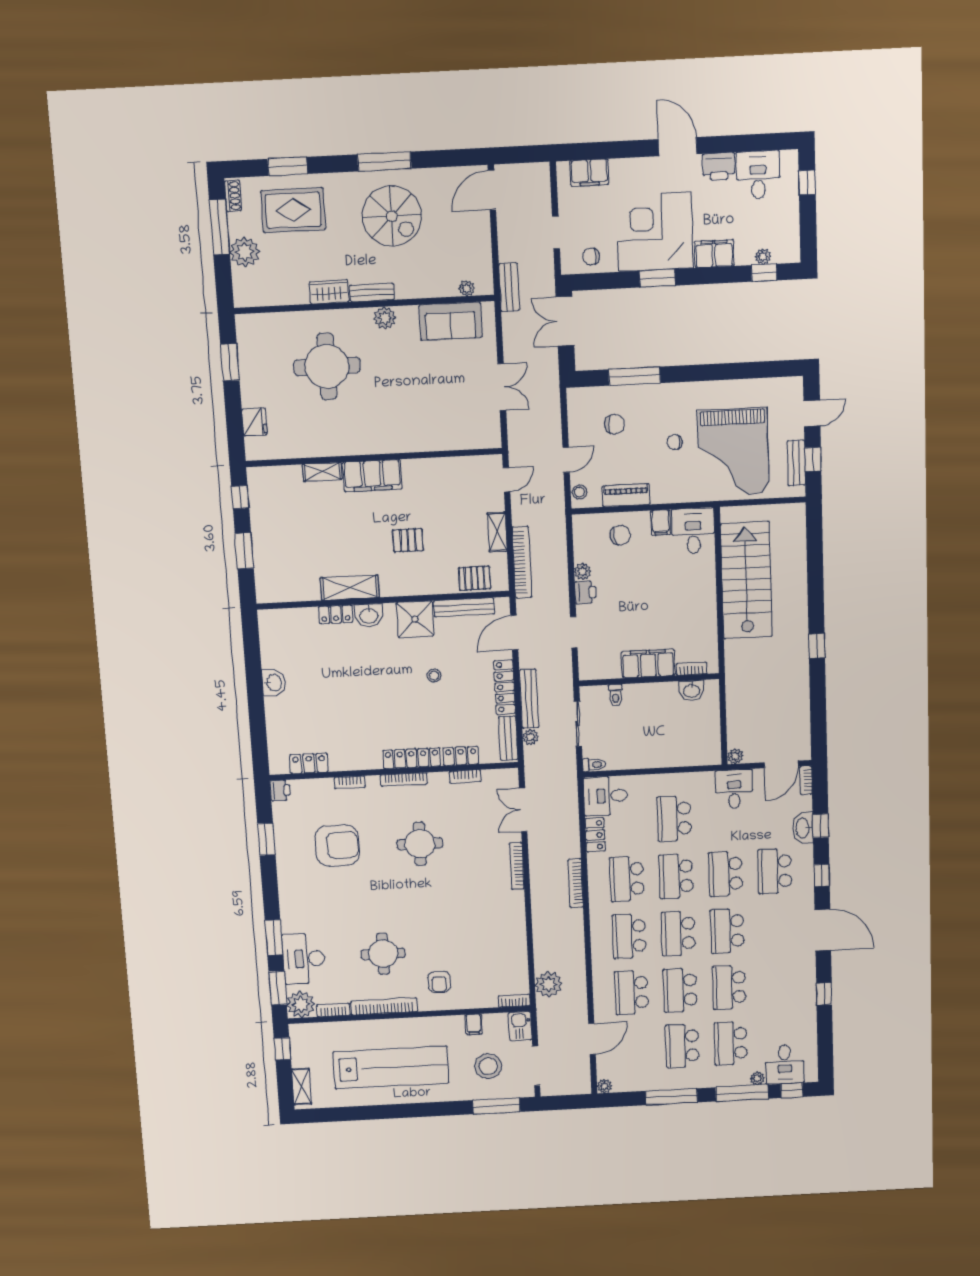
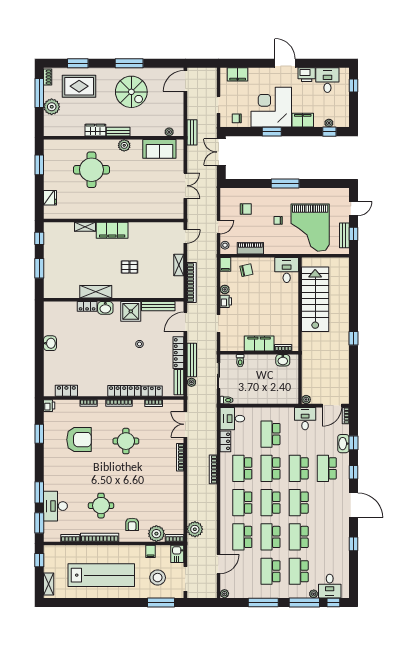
window: (634, 376) -> (285, 183), moved
filing cabinet: (661, 523) -> (225, 264), moved
pallet: (475, 578) -> (165, 290), removed
plant: (301, 1004) -> (156, 534), moved

